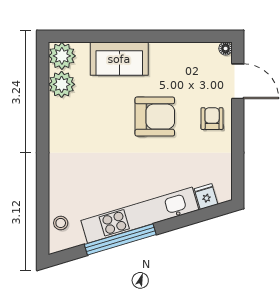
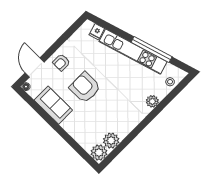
sofa: (119, 59) -> (53, 105), moved
plant: (59, 179) -> (152, 101), added

